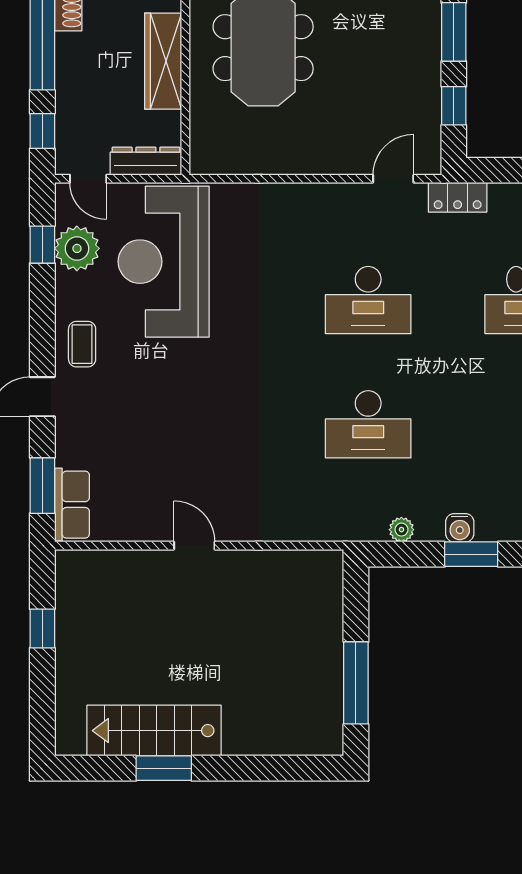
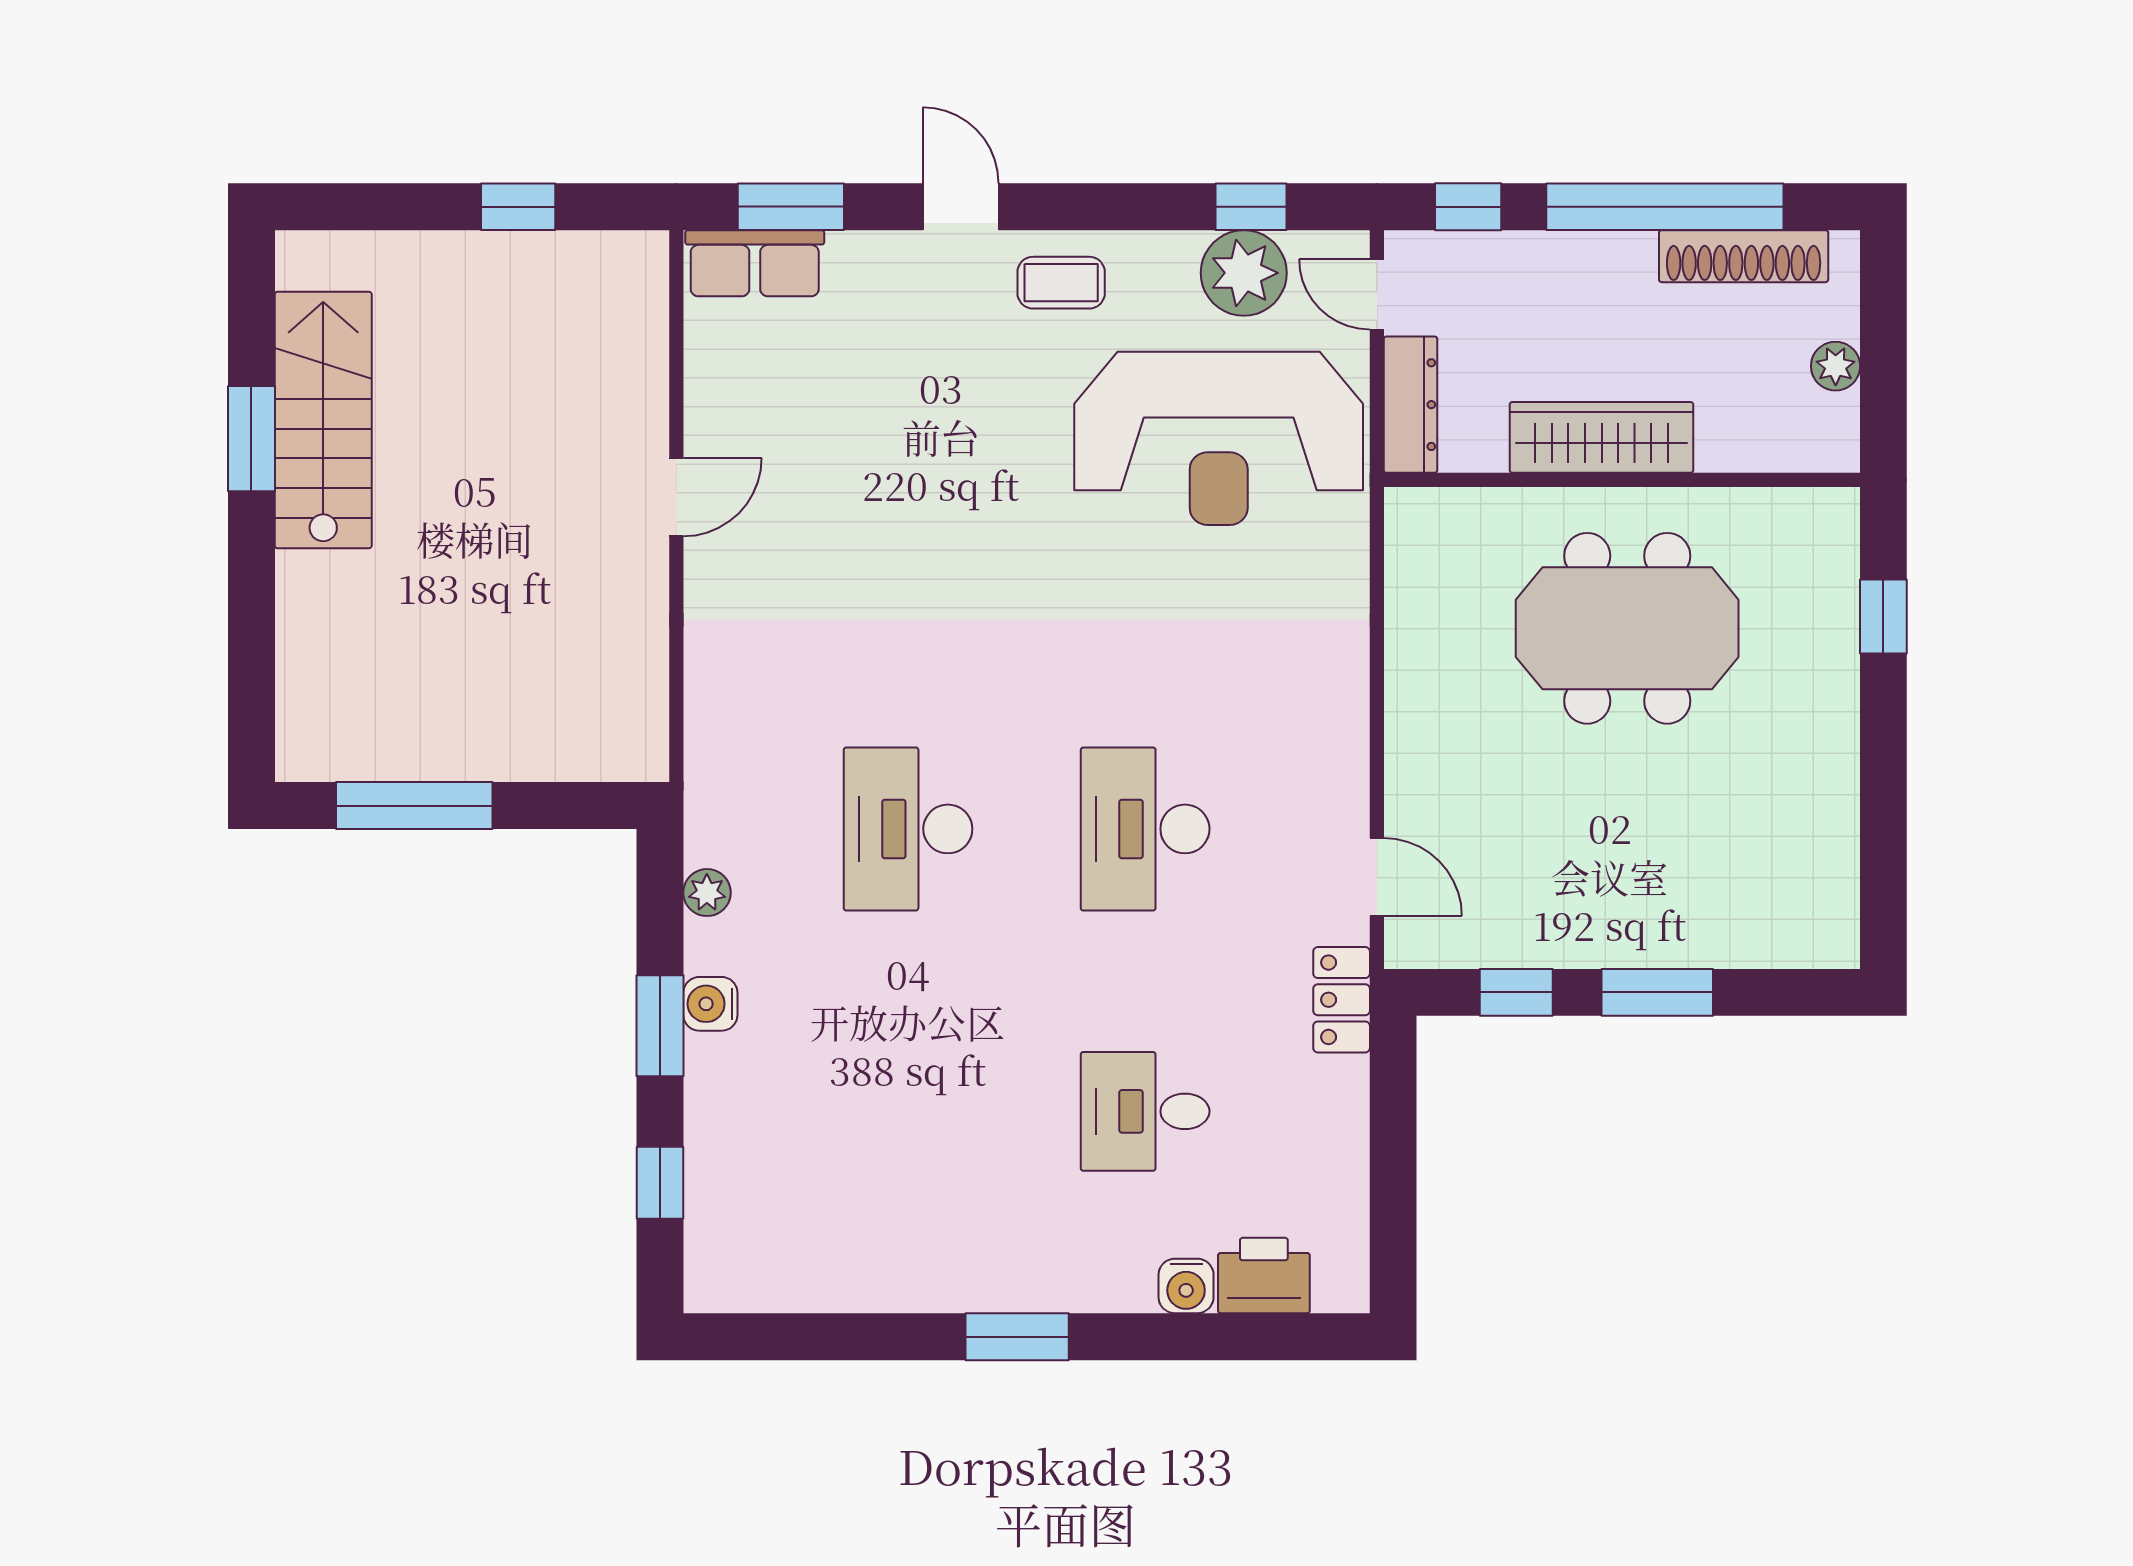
door: (88, 179) -> (1377, 294), hinge flipped
reception desk: (164, 262) -> (1219, 438), turned 180

